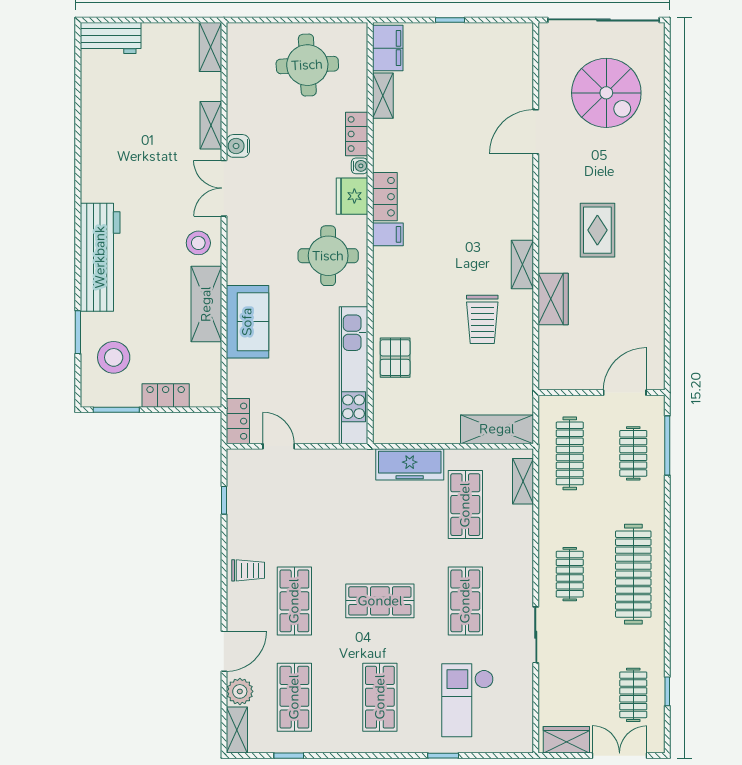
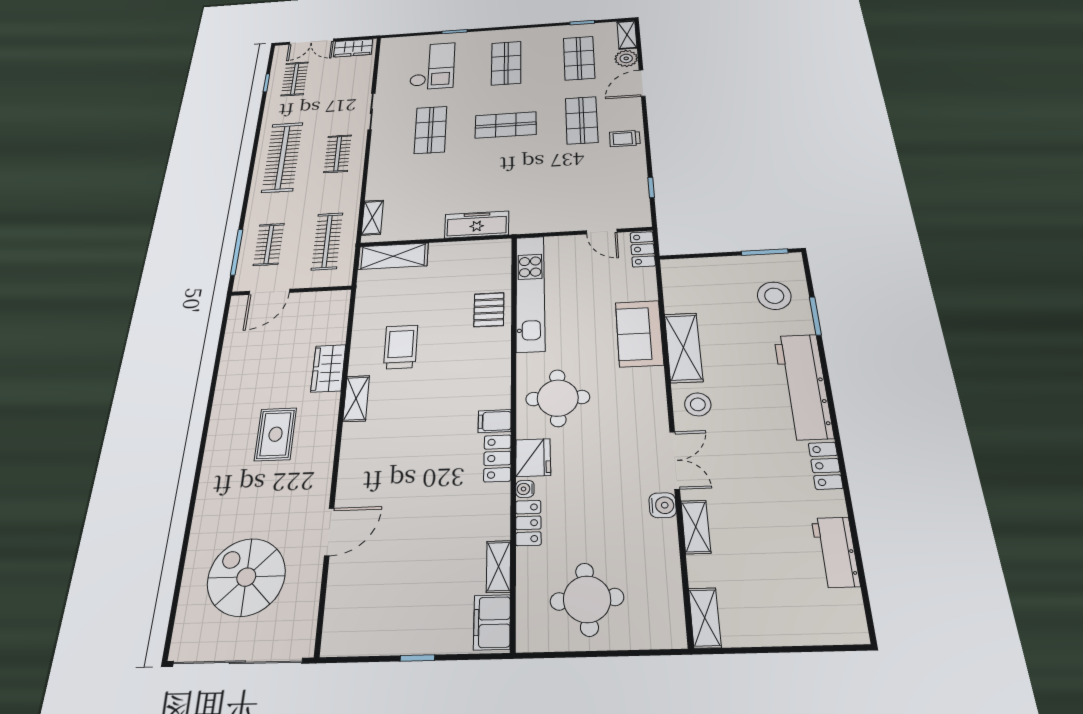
workbench: (111, 38) -> (836, 552), moved, turned -90
locker: (166, 395) -> (826, 466), moved, turned 90
shop shelf: (465, 505) -> (427, 197), removed

